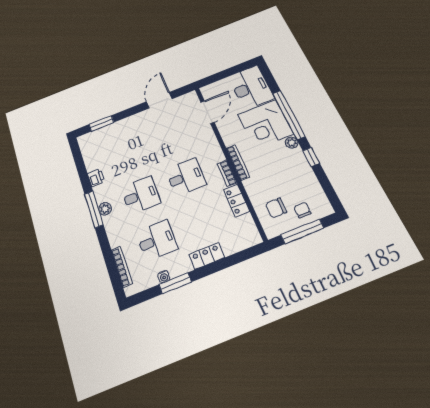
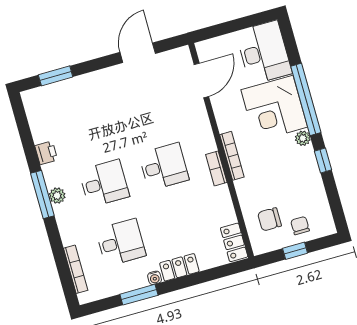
locker: (237, 201) -> (234, 242), moved
window: (302, 231) -> (295, 251), width x0.46
water cooler: (164, 277) -> (155, 278), moved

